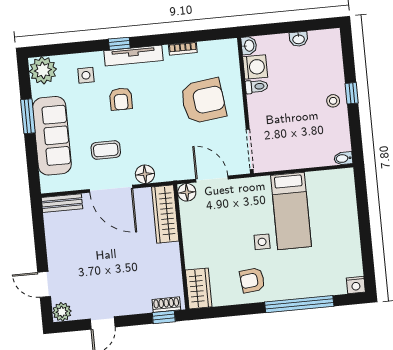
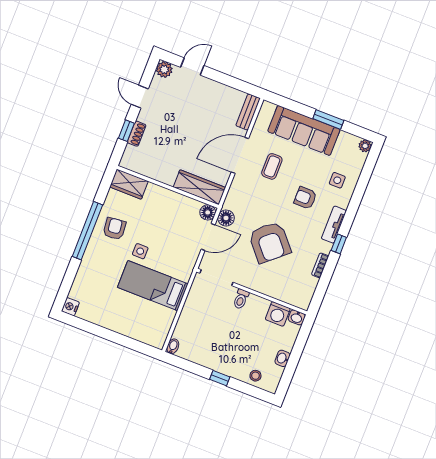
window: (119, 44) -> (339, 244), moved
tv unit: (134, 56) -> (334, 225), width x0.71
plant: (43, 70) -> (365, 146), width x0.53, depth x0.53
toilet: (256, 87) -> (241, 299), moved
armchair: (203, 101) -> (270, 242), moved, turned -34
stool: (333, 101) -> (255, 376), moved
floor lamp: (145, 174) -> (226, 218), moved
window: (299, 304) -> (87, 231), moved
shoe rack: (166, 305) -> (137, 134), moved
window: (164, 317) -> (126, 131), moved

